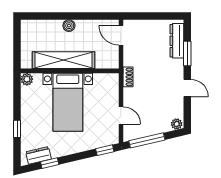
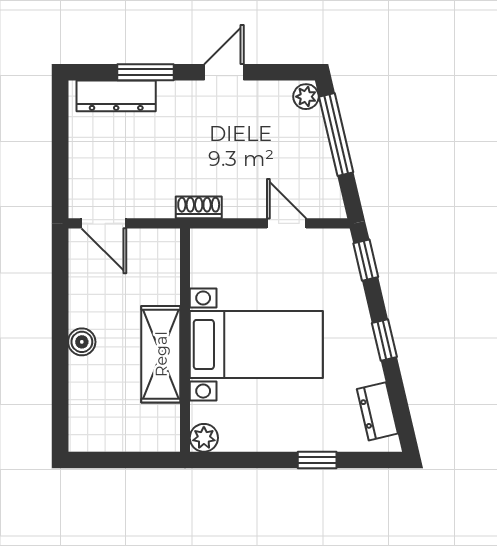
door: (121, 35) -> (104, 223), hinge flipped
shelving: (64, 60) -> (161, 354), width x0.68
door: (121, 115) -> (287, 223), hinge flipped
window: (147, 140) -> (336, 134), moved
window: (50, 163) -> (384, 340), moved

